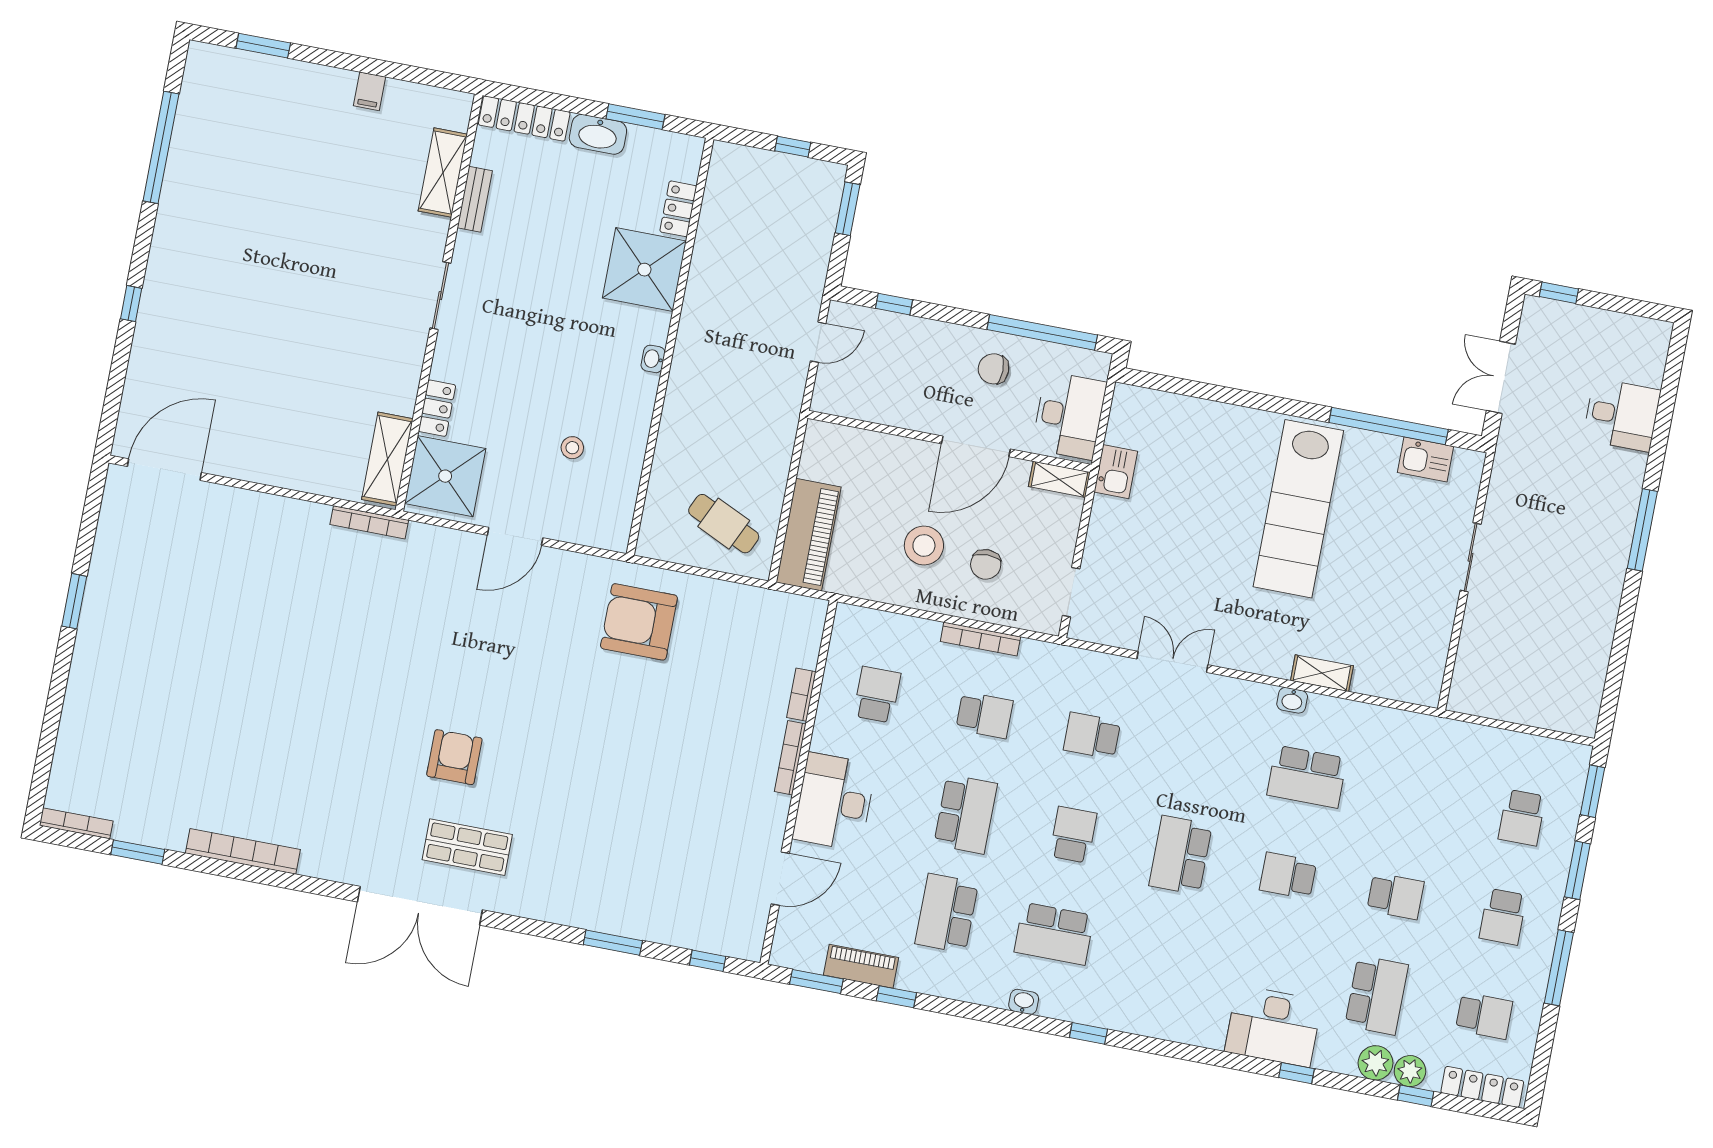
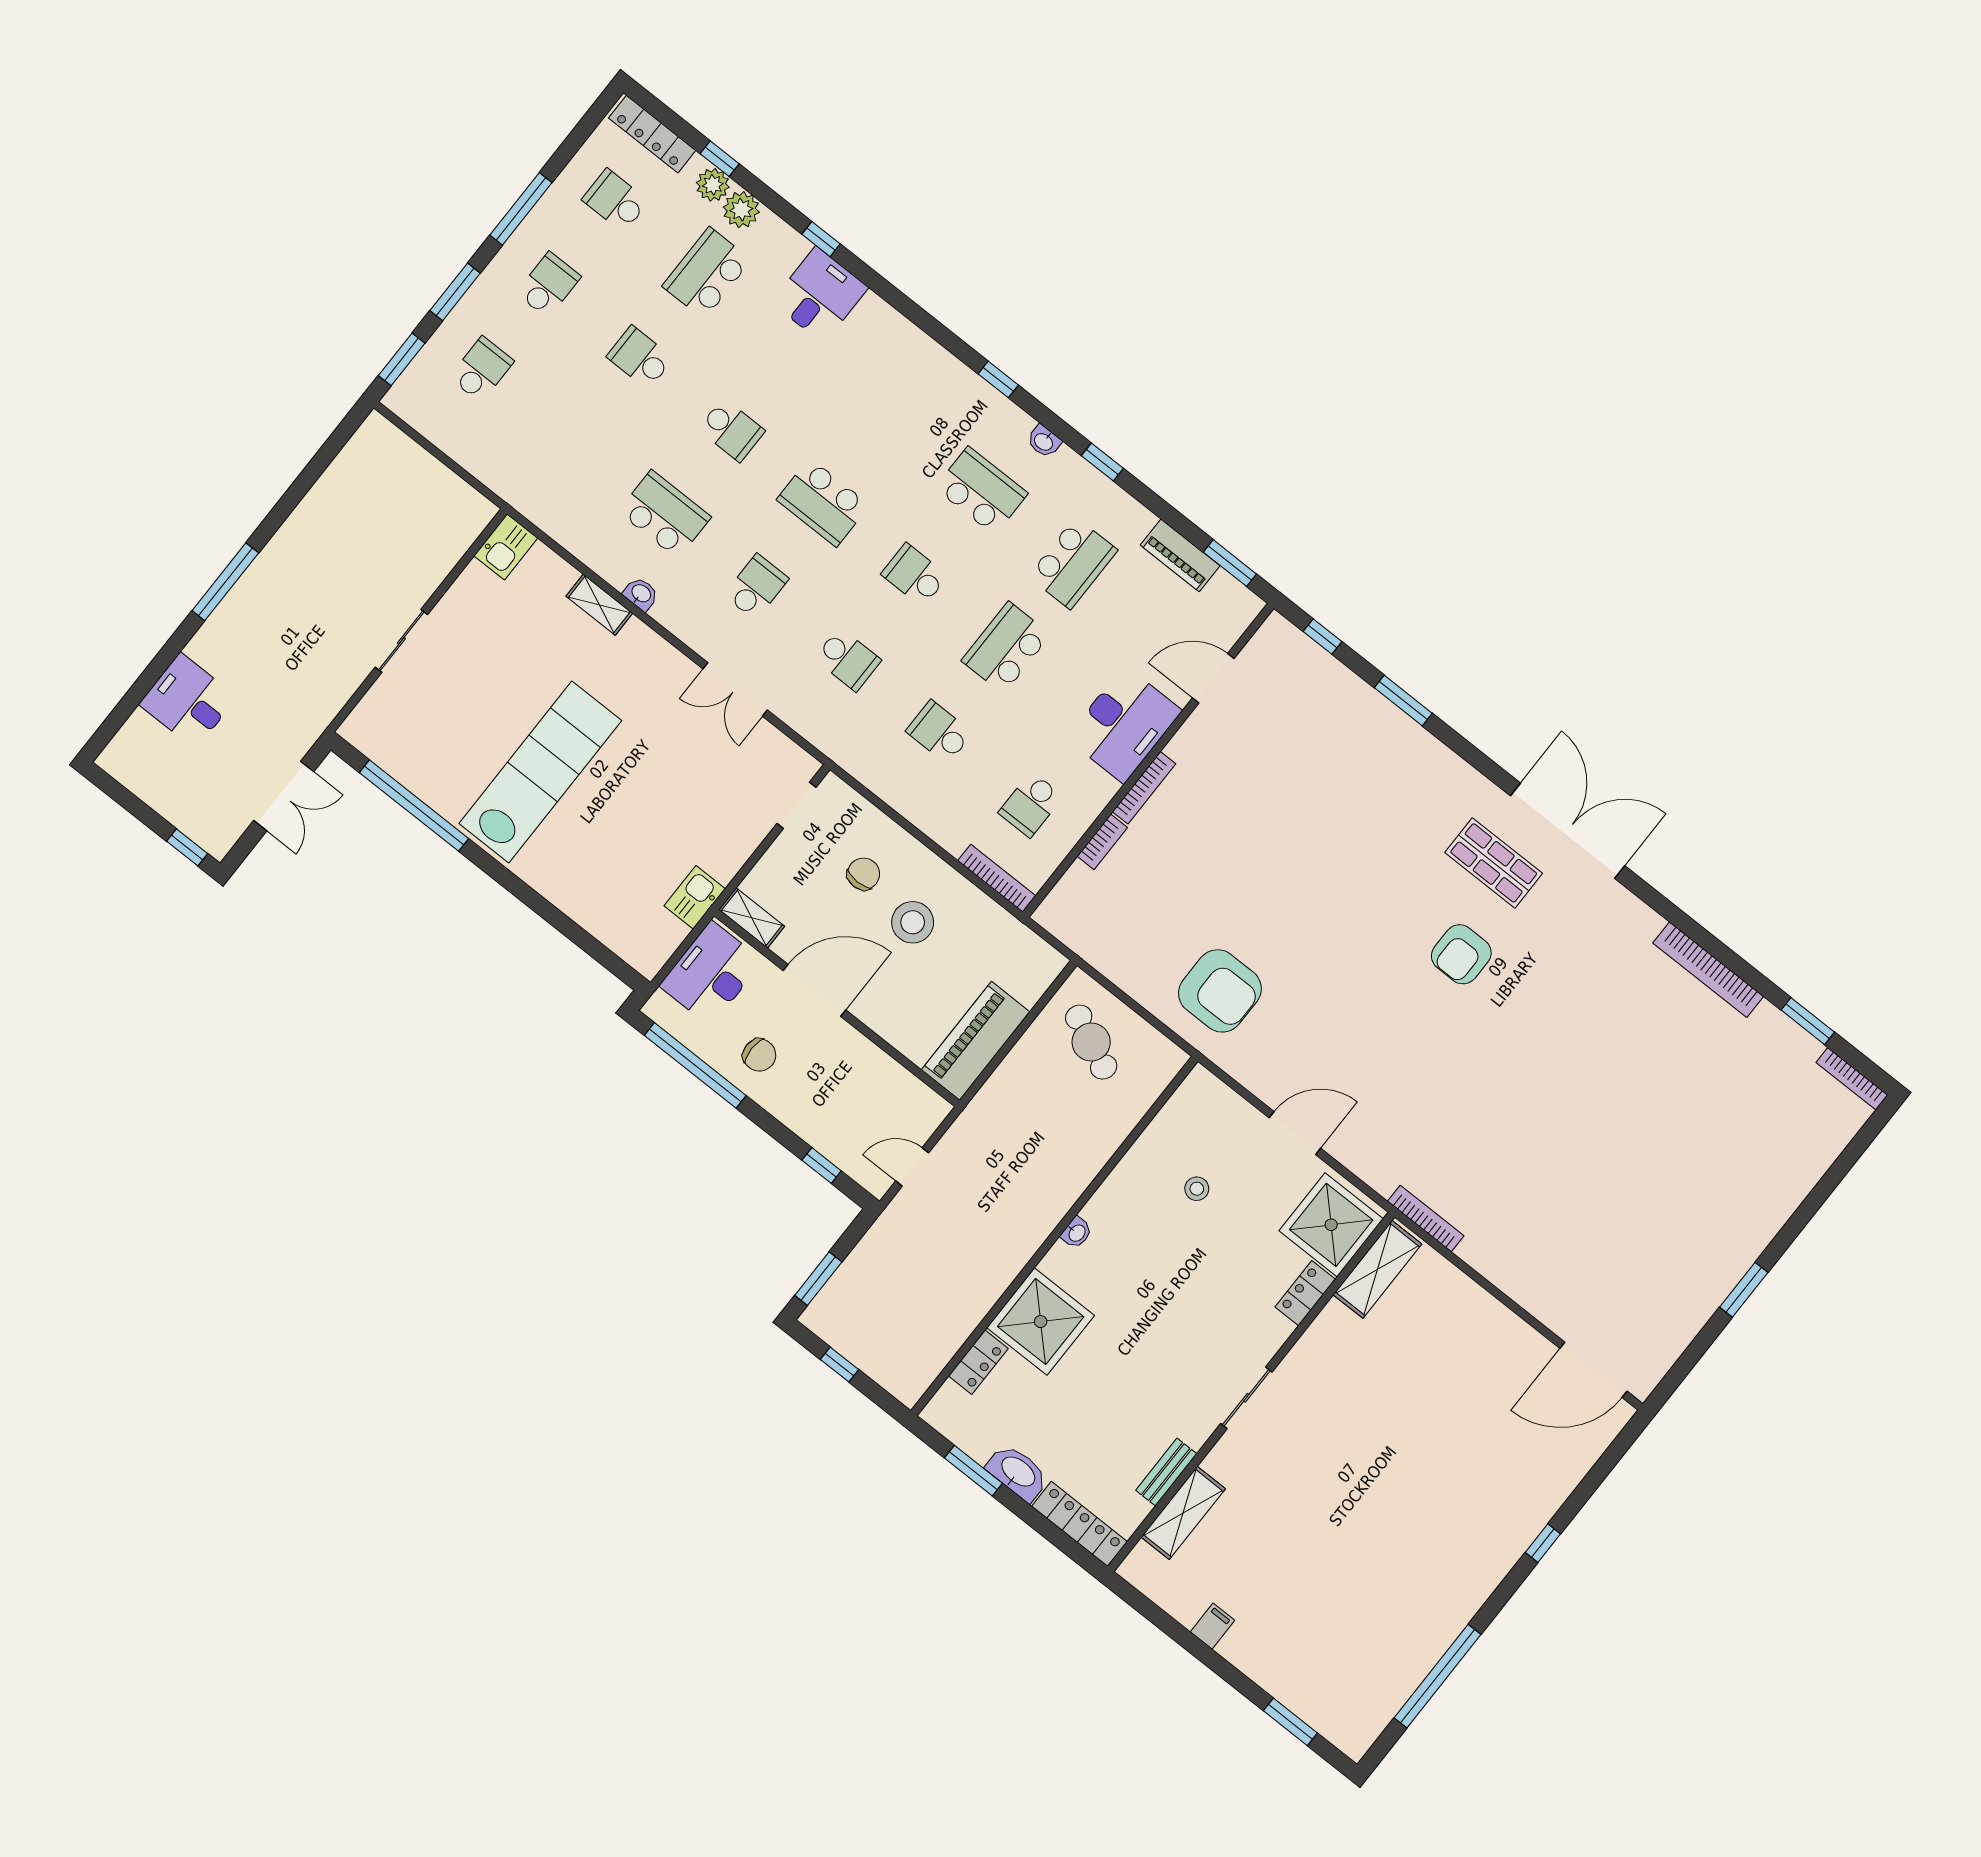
kitchen sink: (1426, 459) -> (506, 547), moved, turned 90
piano: (809, 535) -> (976, 1041), moved
bookcase: (980, 639) -> (997, 878), moved
school desk: (1199, 756) -> (756, 587), added
school desk: (1073, 835) -> (915, 575), turned 90
school desk: (1181, 855) -> (823, 503), turned 90
window: (896, 997) -> (1102, 462), moved
desk: (1273, 1026) -> (820, 295), width x0.73

